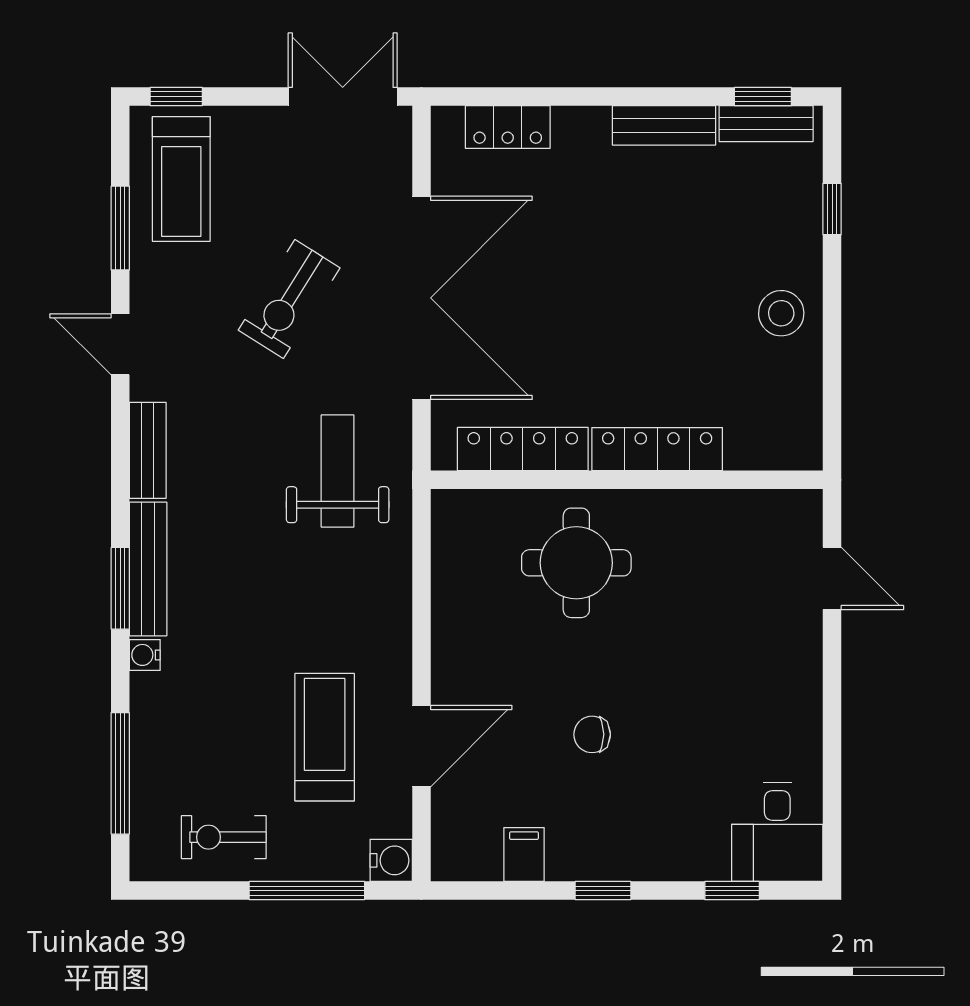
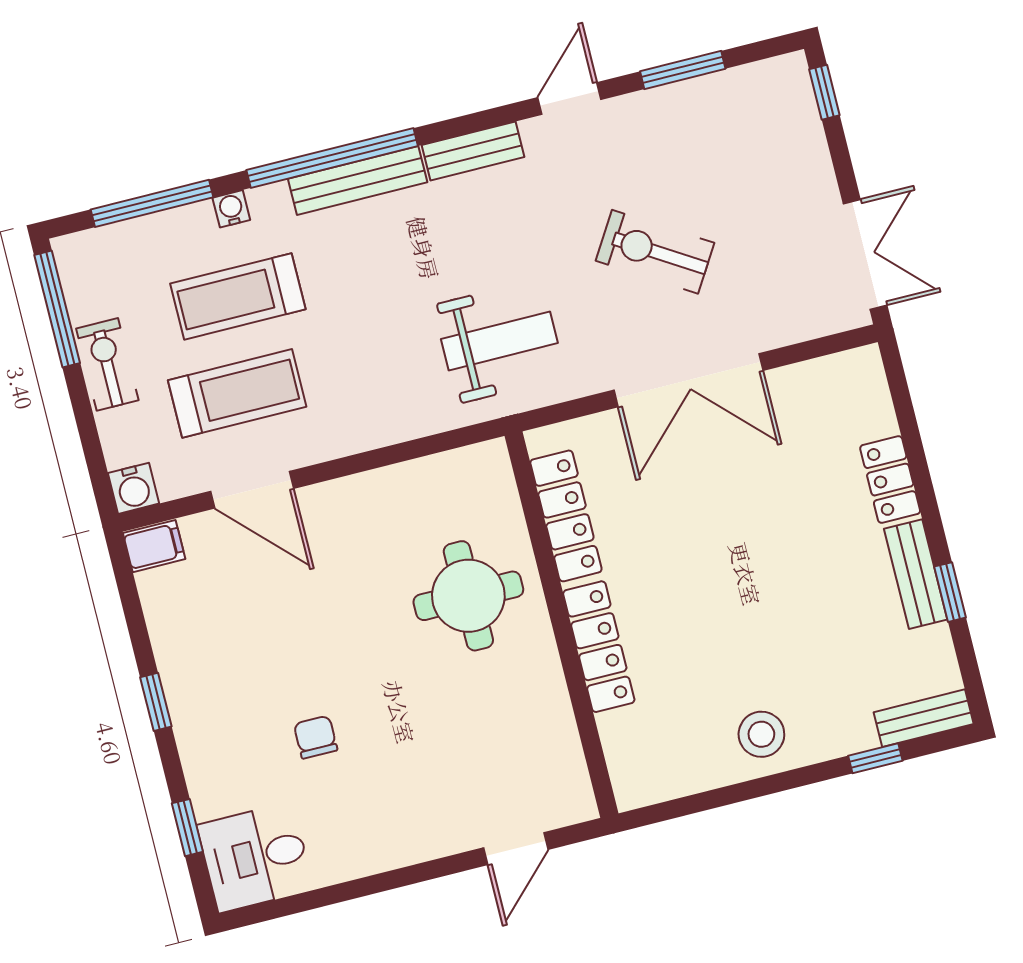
window: (763, 97) -> (950, 592), moved
bench: (766, 124) -> (924, 718), moved, turned 90
locker: (508, 127) -> (890, 480), moved
treadmill: (181, 179) -> (238, 296), moved
double door: (421, 298) -> (688, 380), width x0.73
window: (120, 588) -> (332, 158), width x2.11
water cooler: (145, 655) -> (231, 209), moved
chair: (592, 734) -> (316, 737), moved
exercise bike: (224, 837) -> (107, 364), moved
filing cabinet: (524, 854) -> (154, 546), moved
window: (307, 891) -> (57, 309), moved

